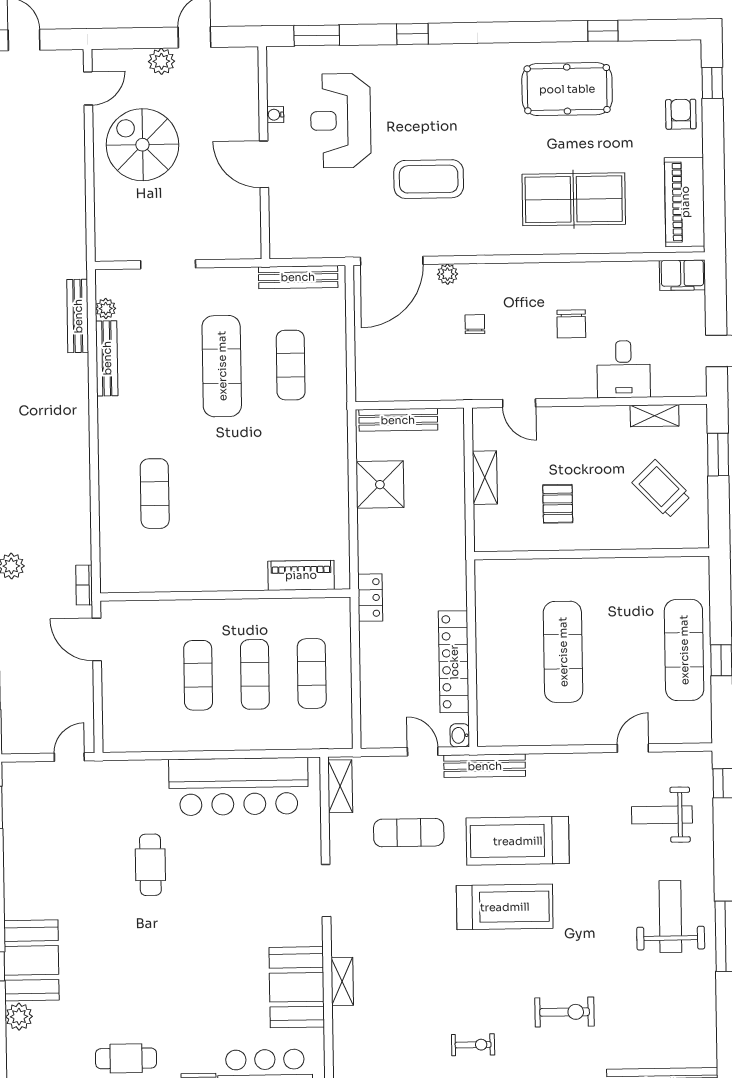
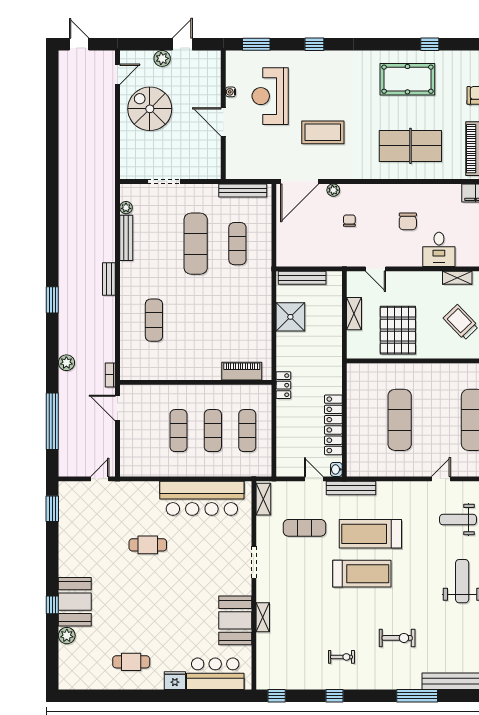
bench: (78, 316) -> (109, 279), moved, width x0.73
pallet: (558, 504) -> (398, 330), width x2.05, depth x2.00
cafe table: (150, 865) -> (148, 545), turned 90

